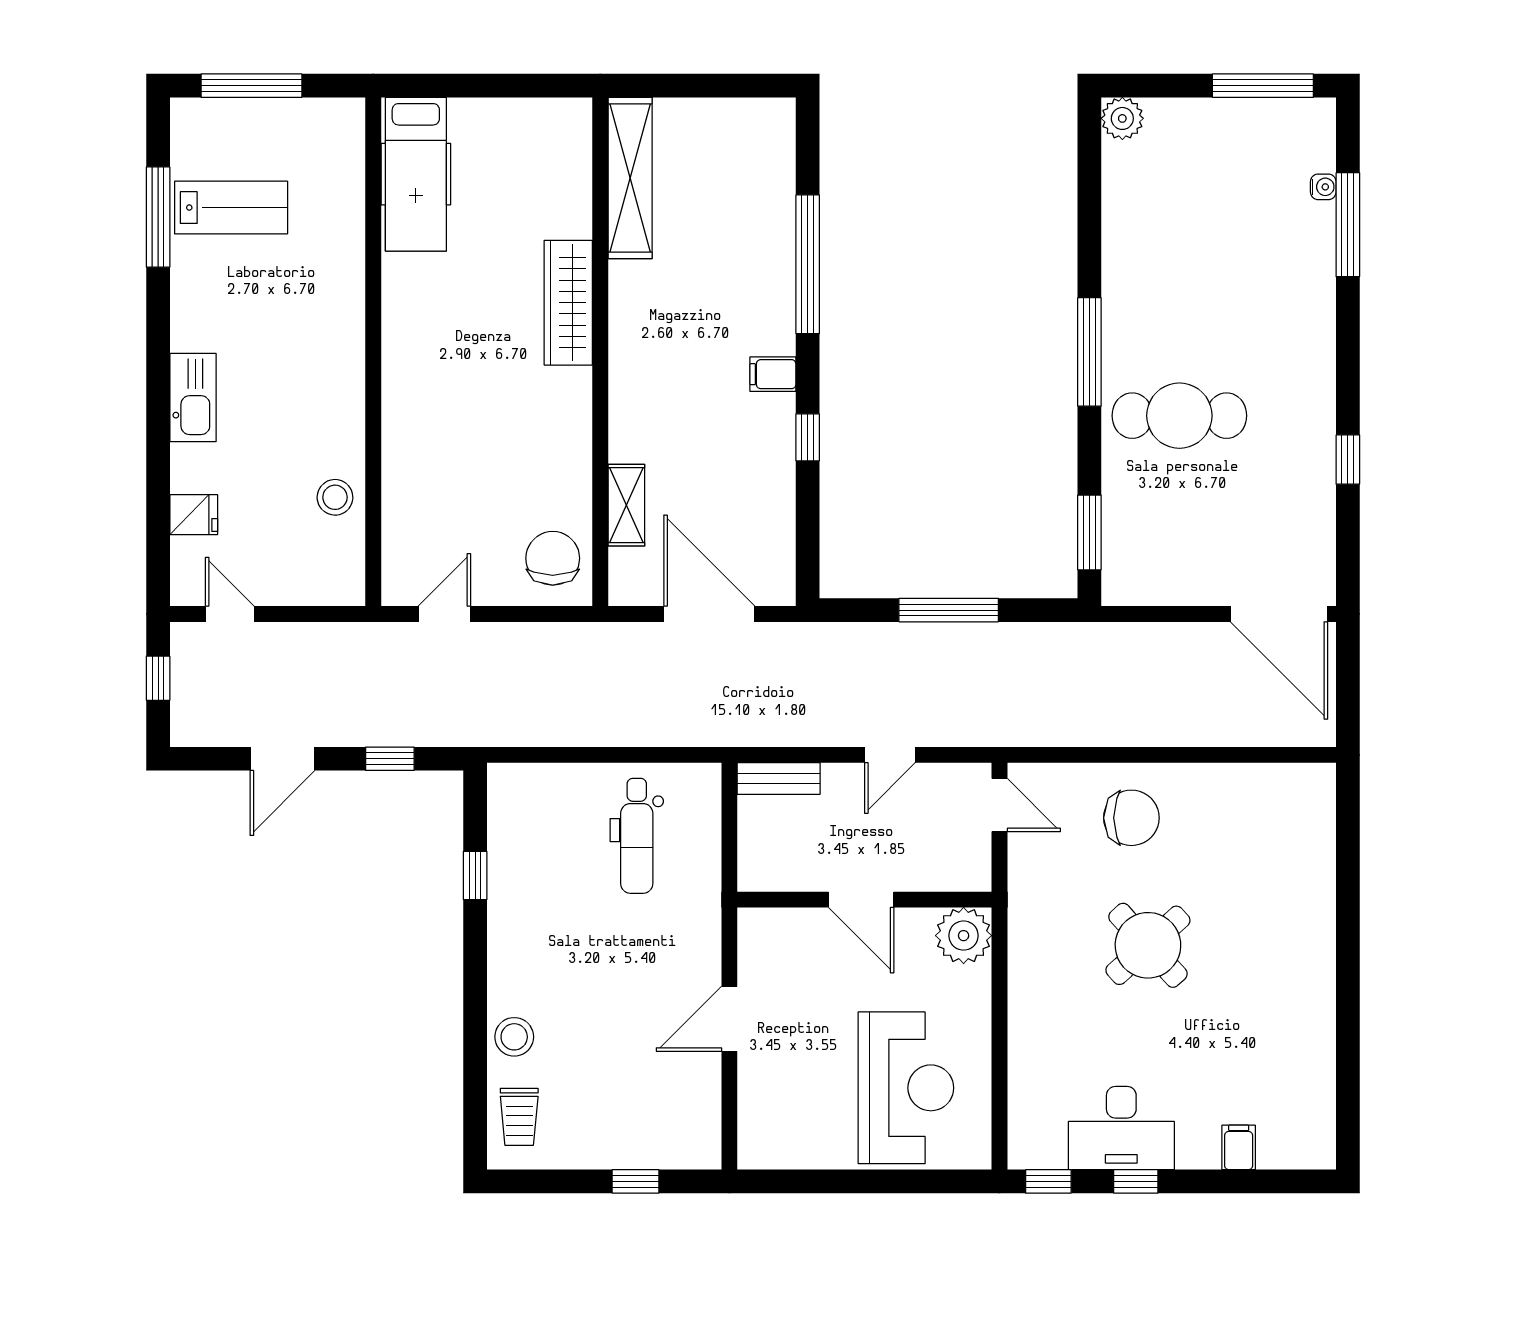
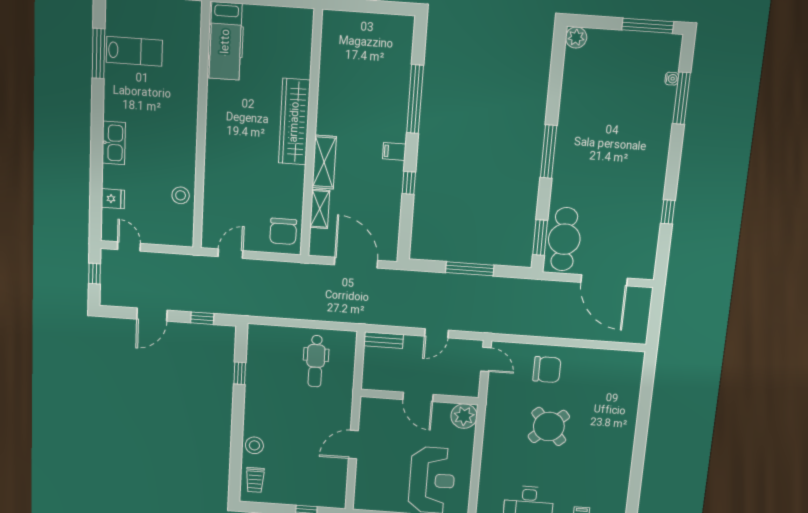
shelving: (630, 178) -> (324, 162), moved, width x0.68
wardrobe: (568, 303) -> (294, 122), width x1.40, depth x1.17
cafe table: (1179, 416) -> (564, 239), moved, turned 90
chair: (553, 558) -> (283, 231), turned 180
door: (1279, 614) -> (604, 280), moved

